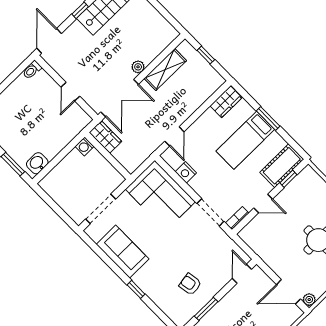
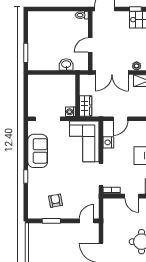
wardrobe: (105, 137) -> (86, 106), moved
washing machine: (85, 146) -> (70, 112), moved
washbasin: (37, 163) -> (66, 65), moved

